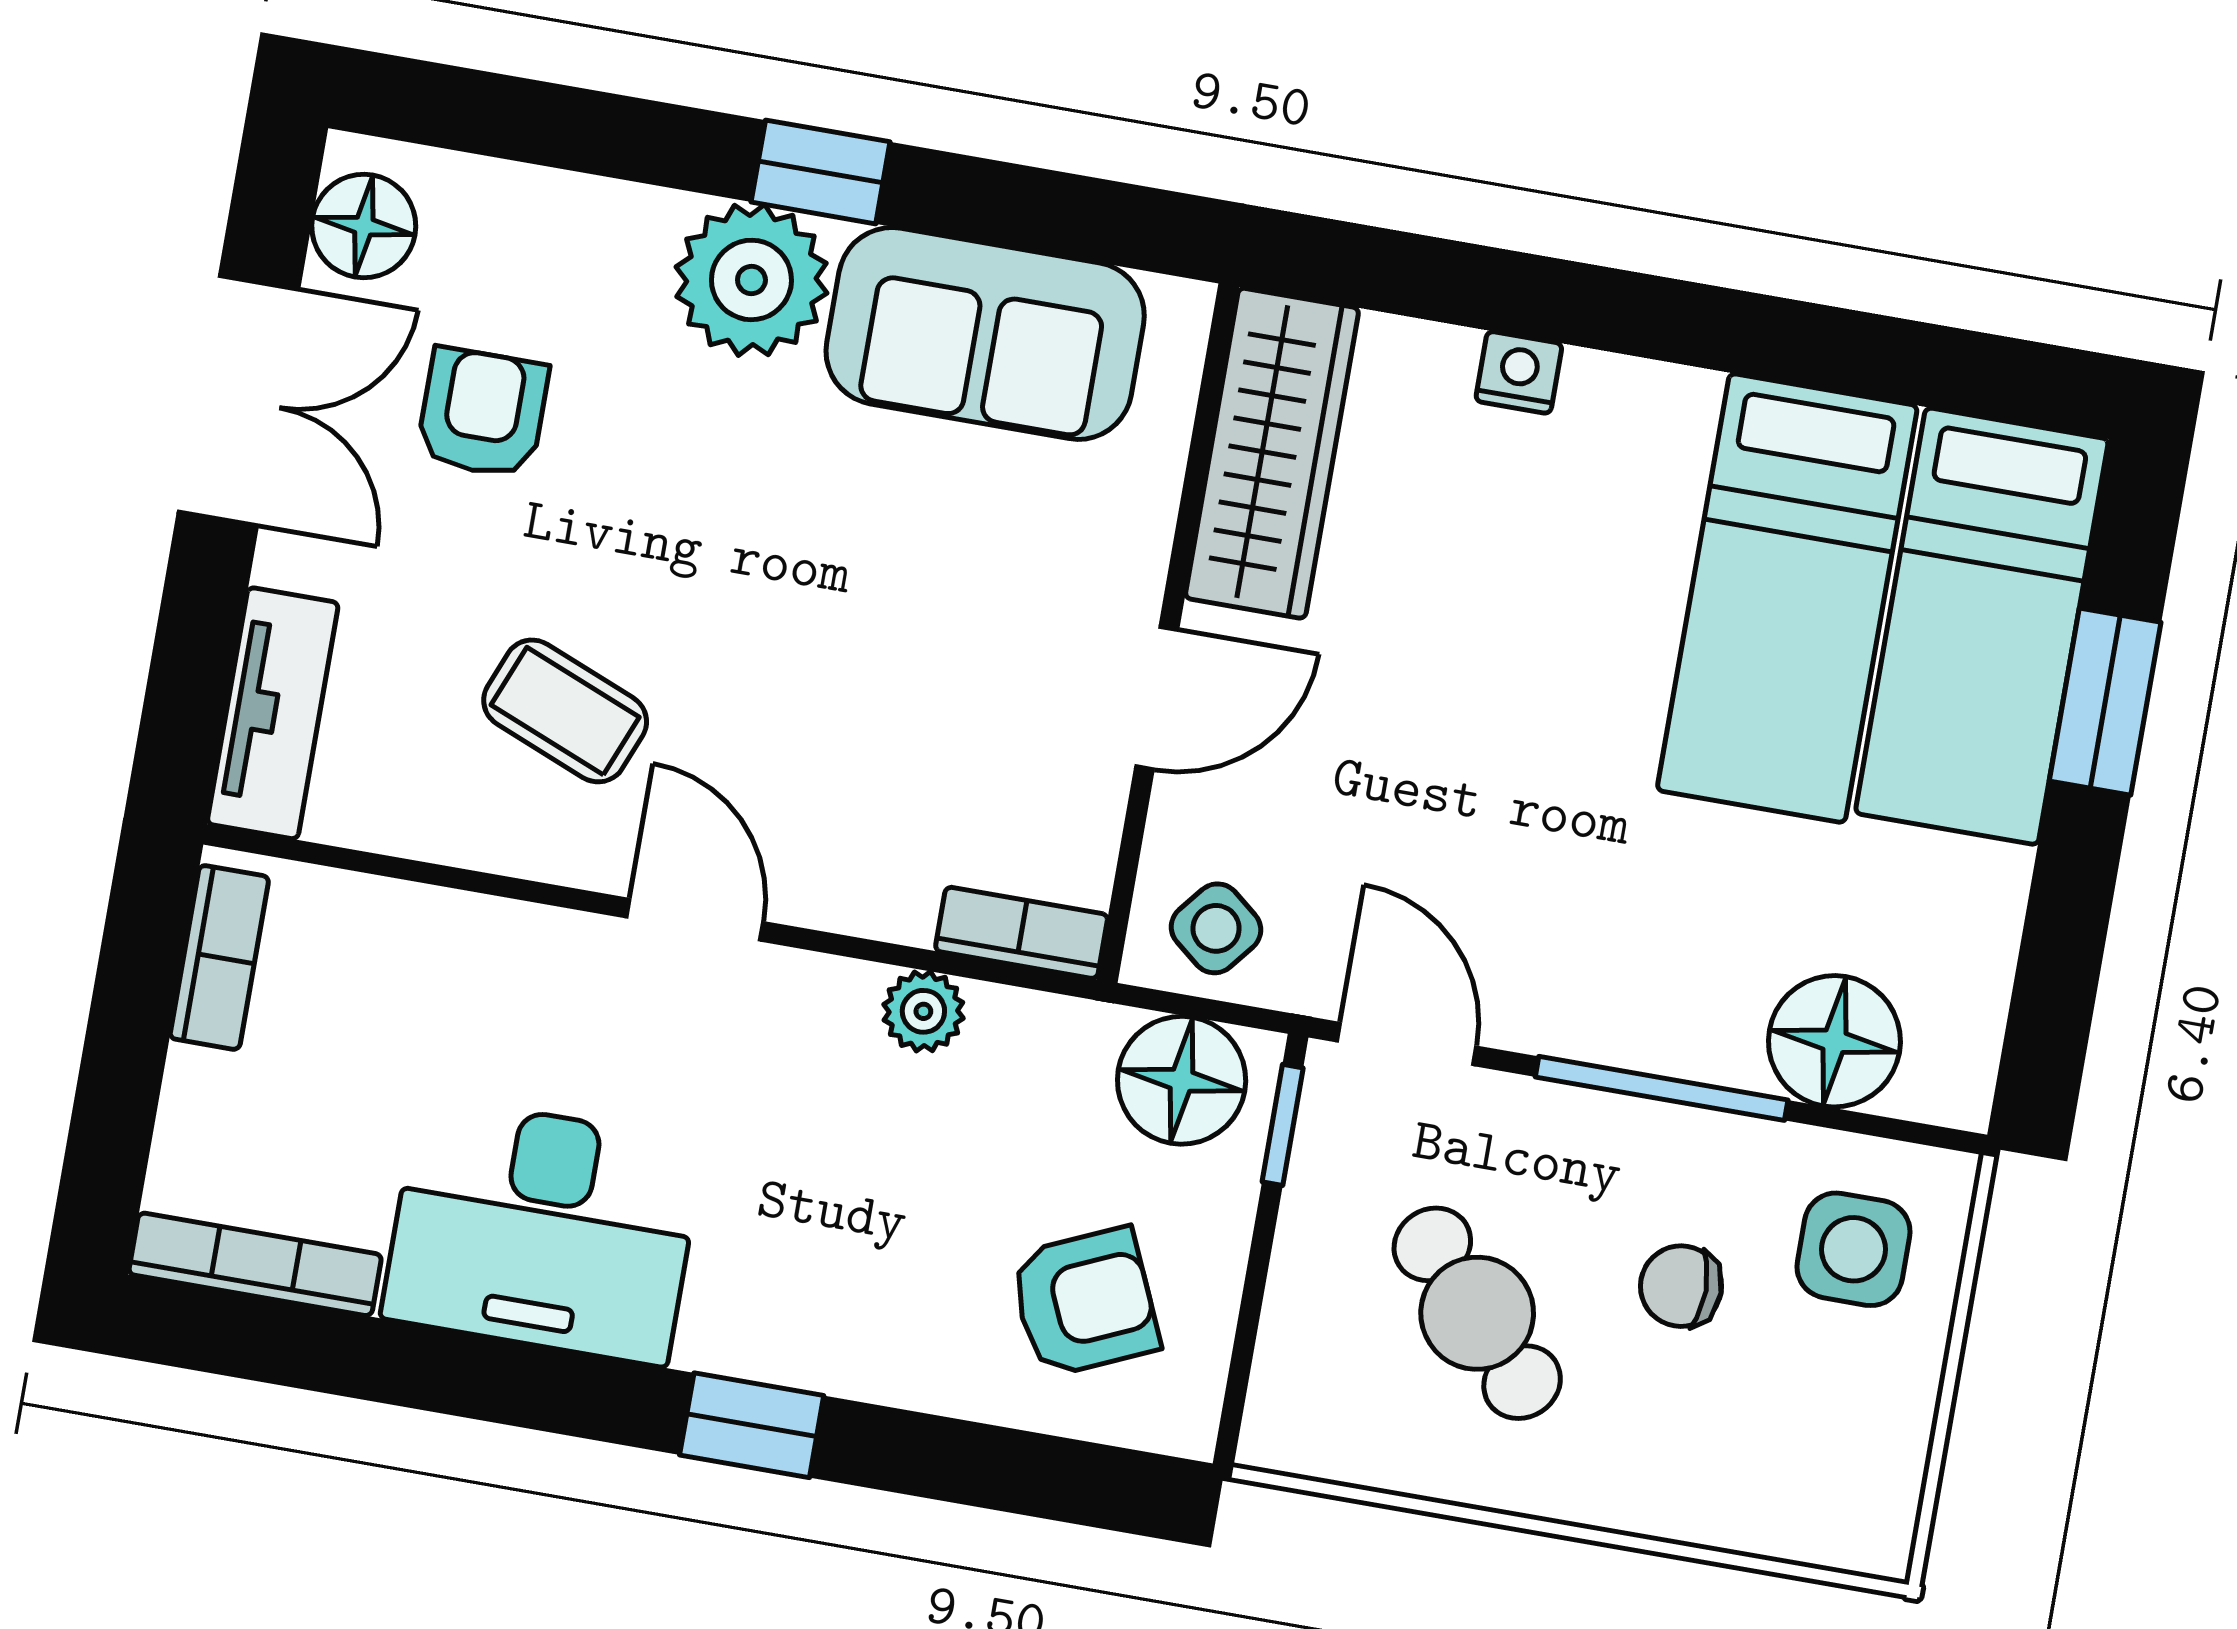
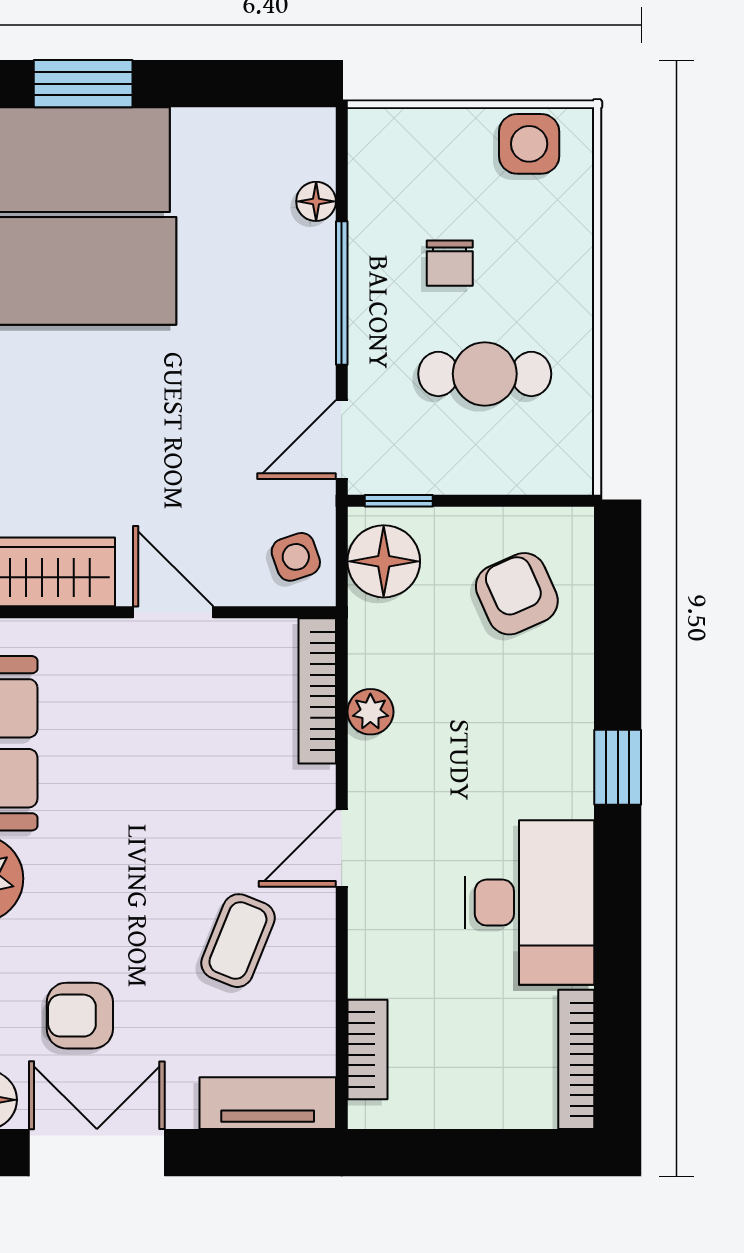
side table: (1216, 928) -> (296, 557), turned 32
bookcase: (1022, 933) -> (317, 691), width x1.56
bookcase: (219, 957) -> (367, 1049), moved, turned 90
floor lamp: (1834, 1041) -> (316, 201), width x0.53, depth x0.53
side table: (1854, 1249) -> (529, 144), moved
cafe table: (1477, 1313) -> (485, 374), turned 43

